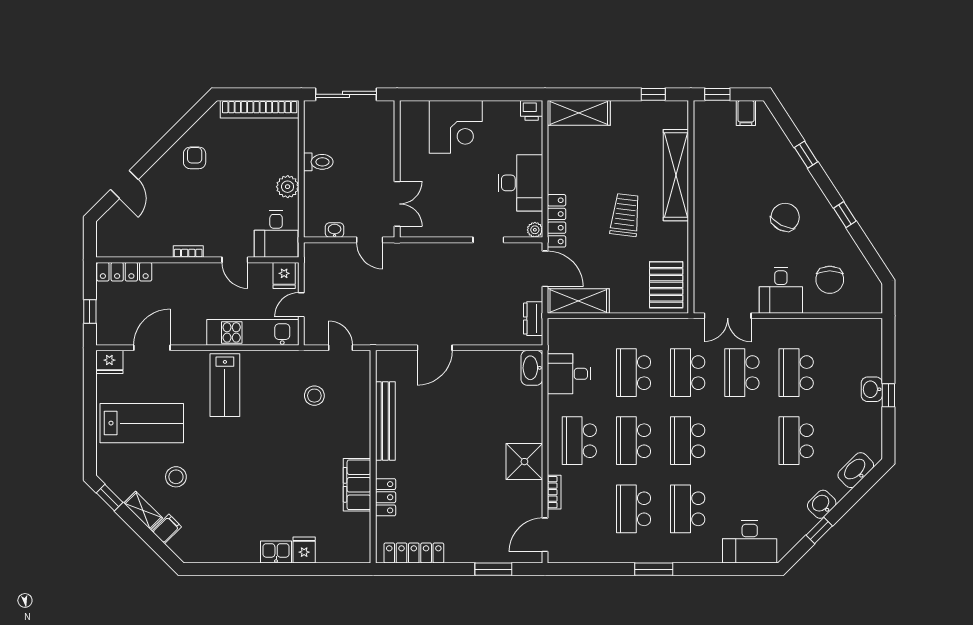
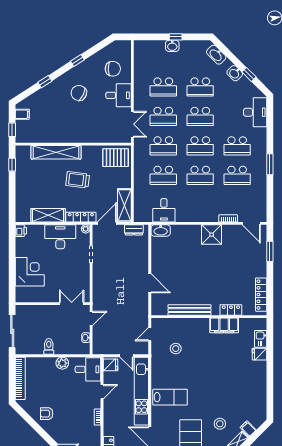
shelving: (579, 113) -> (48, 215), moved, turned 90
kitchen unit: (253, 332) -> (141, 391), width x1.36
school desk: (579, 441) -> (200, 116), moved
kitchen sink: (276, 552) -> (261, 339), moved

